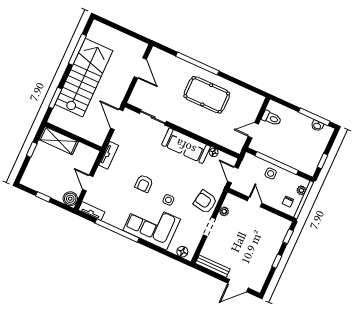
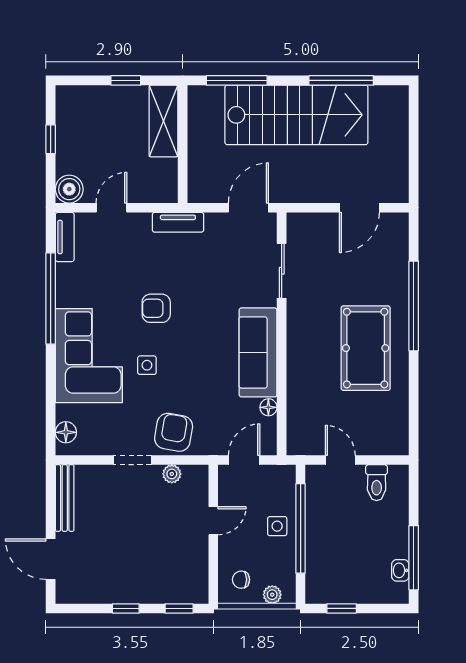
window: (55, 98) -> (237, 80), width x1.44

